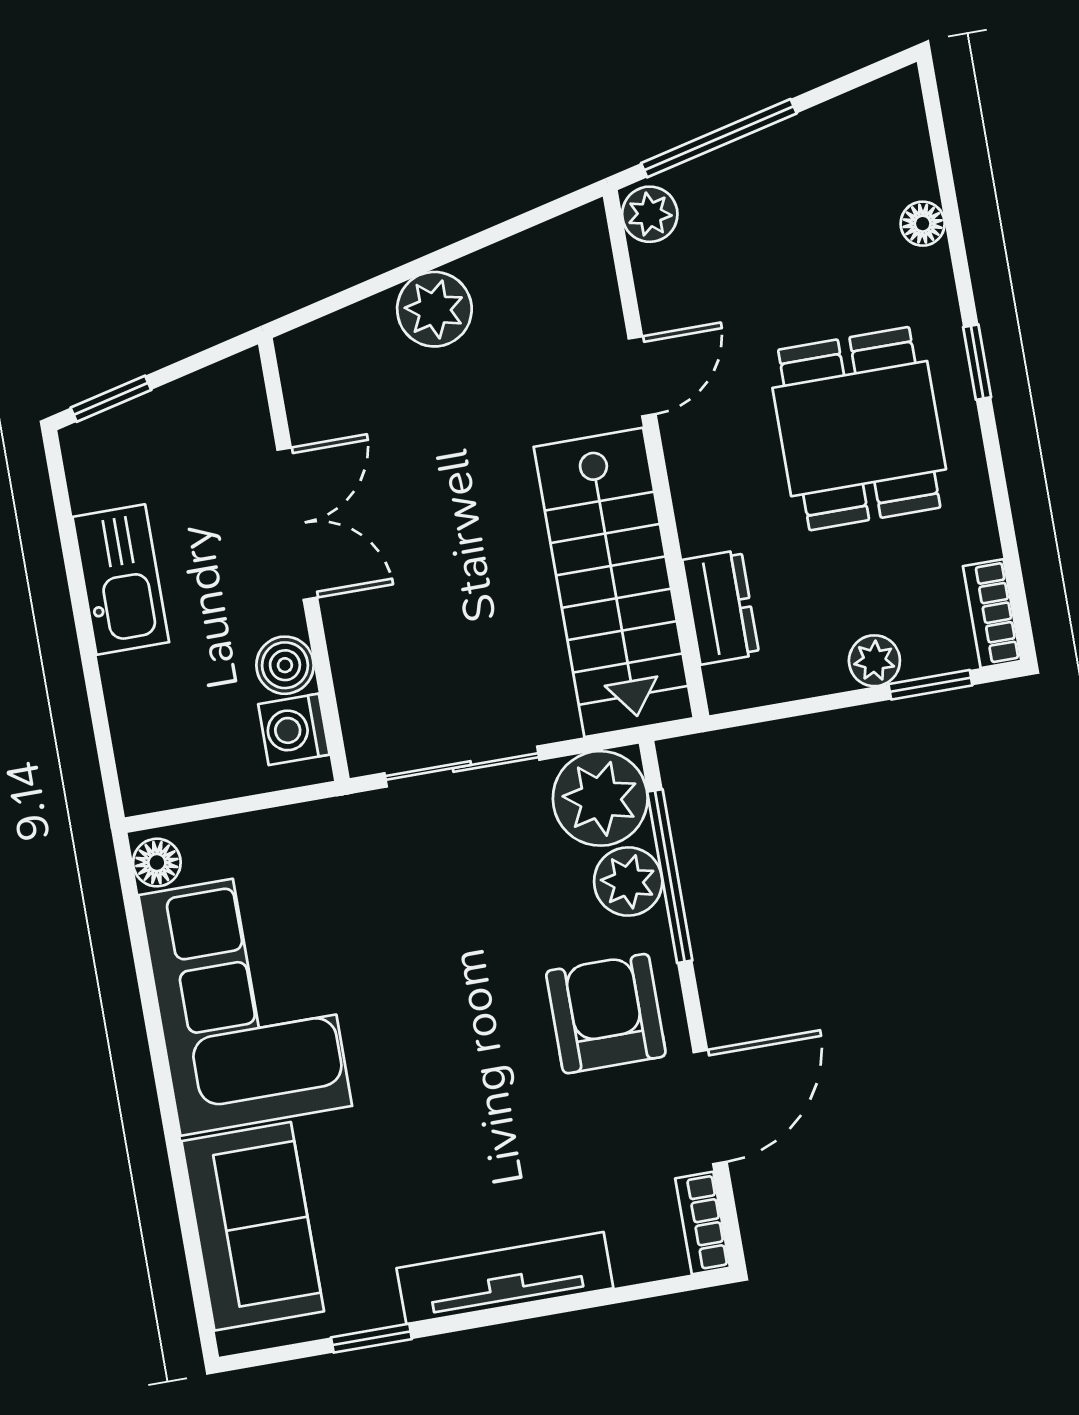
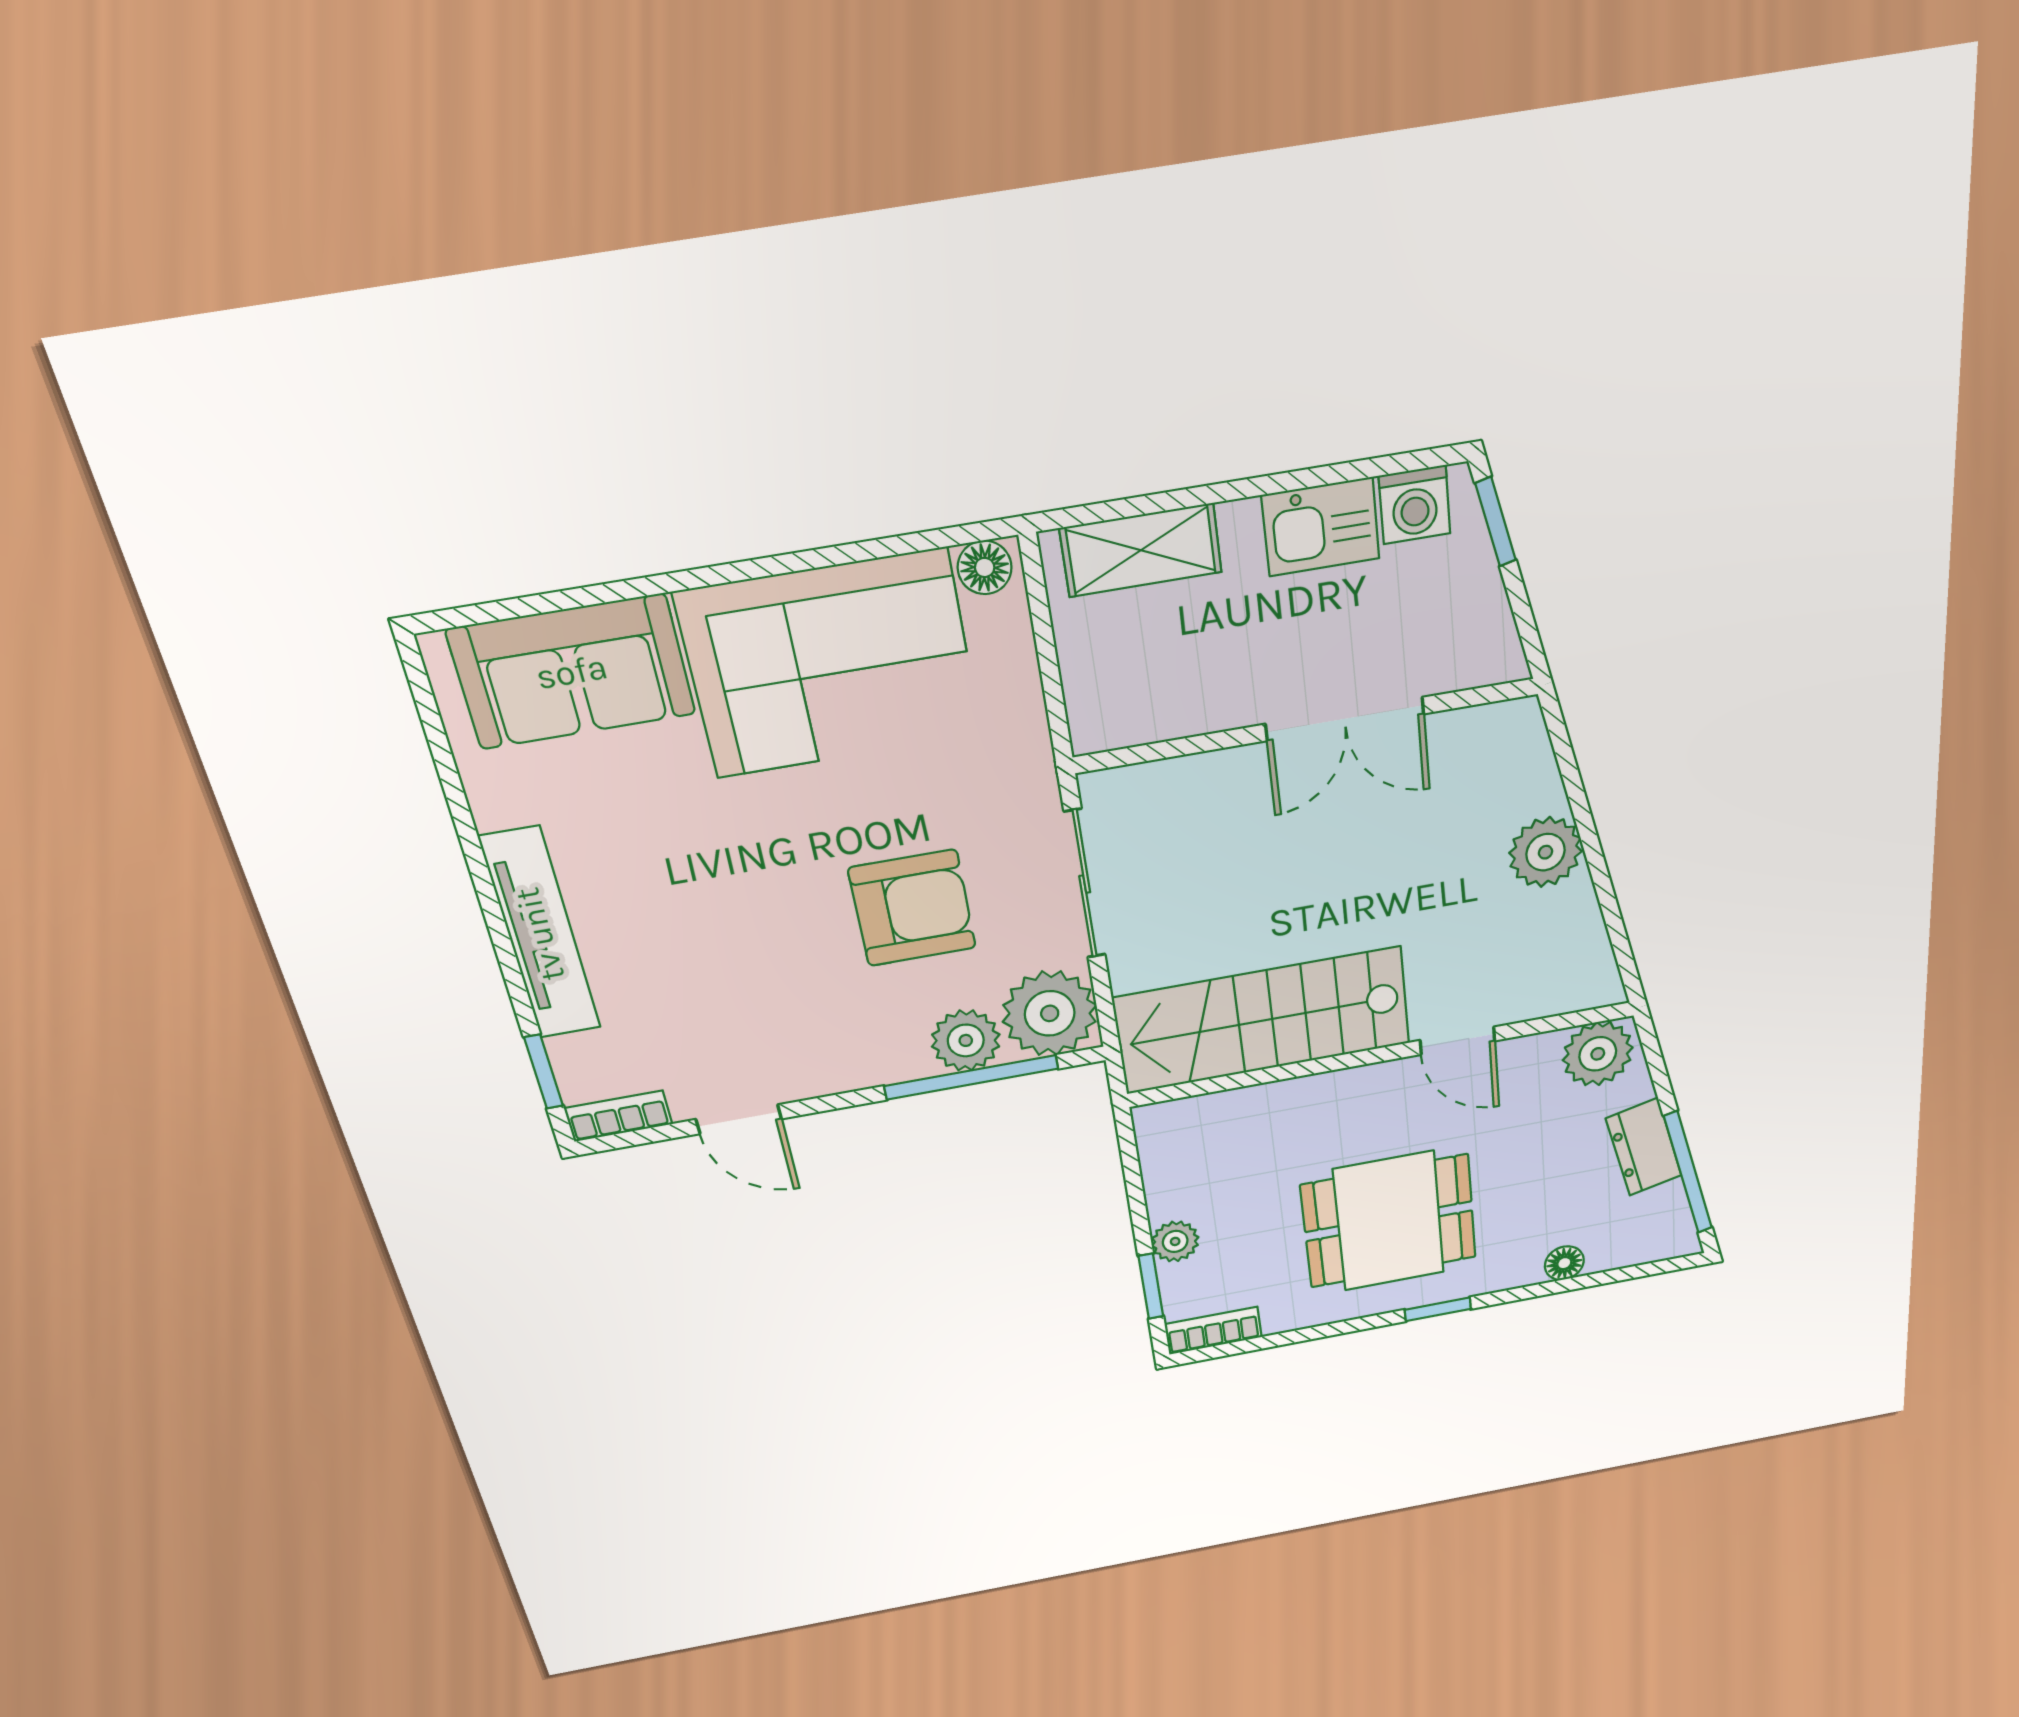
window: (719, 138) -> (1688, 1172), moved
plant: (650, 214) -> (1598, 1054), width x1.38, depth x1.38
kitchen sink: (121, 580) -> (1321, 527), width x0.73
dresser: (721, 607) -> (1644, 1147), moved, turned 77
boiler: (285, 665) -> (1197, 707), removed
shelving: (140, 723) -> (1141, 550), added
washing machine: (294, 729) -> (1415, 505), moved, turned 180
armchair: (606, 1014) -> (912, 908), moved
door: (710, 1107) -> (739, 1119), width x0.73
window: (371, 1338) -> (544, 1072), moved

